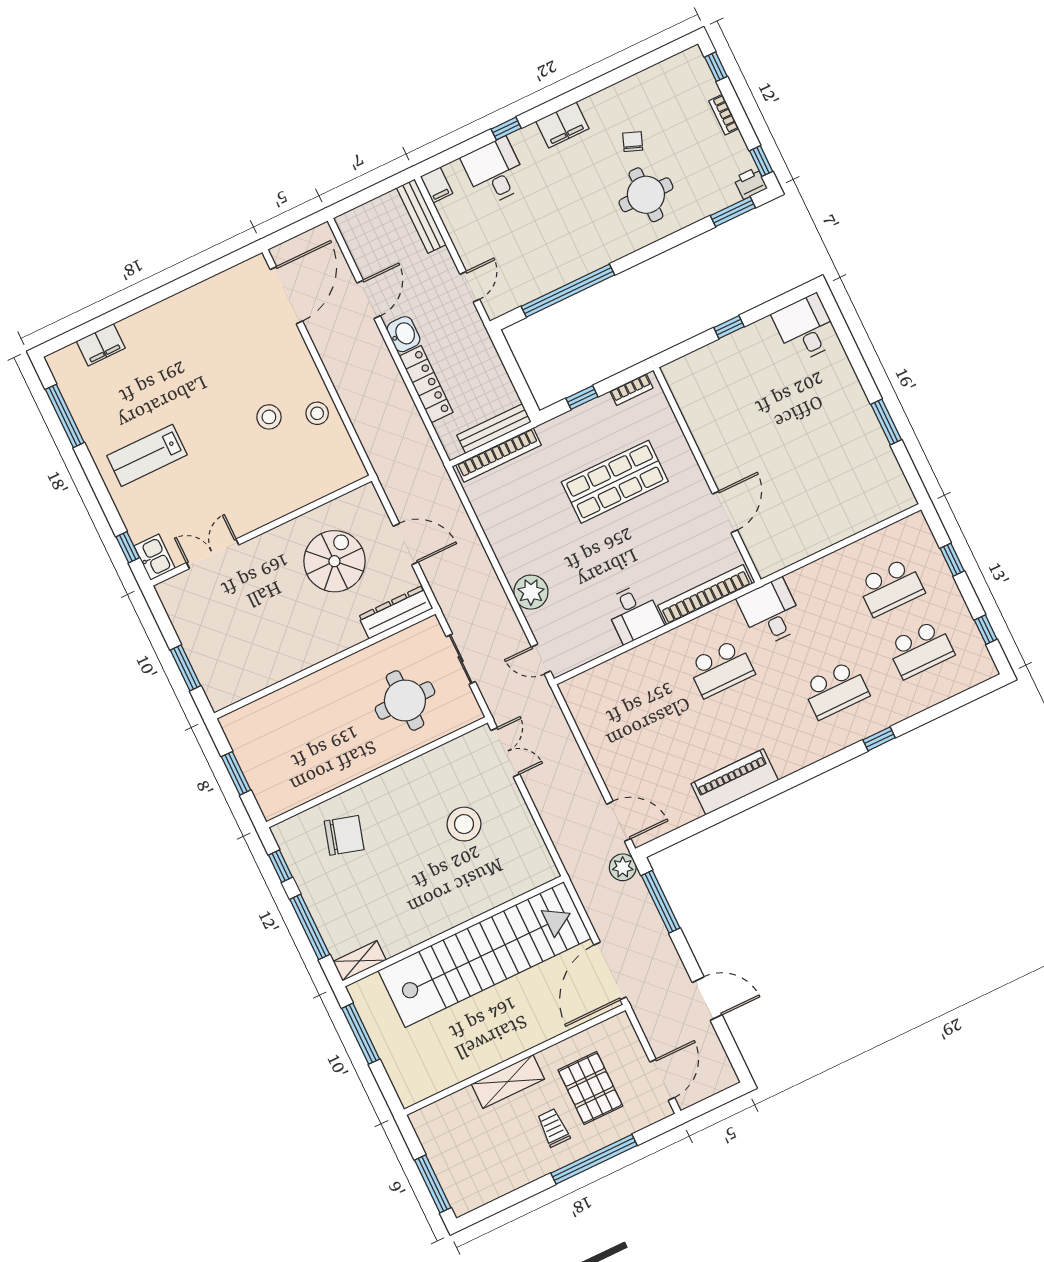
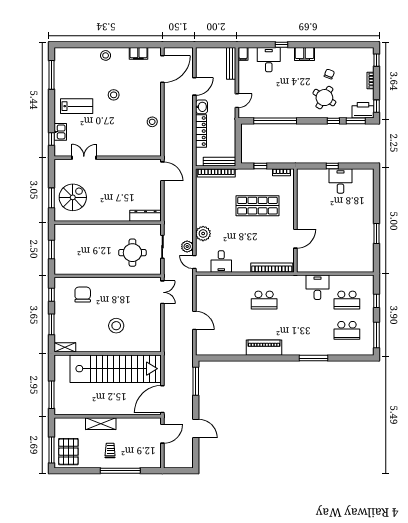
printer: (750, 183) -> (363, 110), width x1.87, depth x1.48
round table: (646, 195) -> (324, 98), turned 32
window: (687, 234) -> (333, 121), added
stool: (156, 323) -> (106, 55), added
desk: (806, 328) -> (340, 181), moved
filing cabinet: (101, 345) -> (138, 53), moved
stool: (269, 417) -> (114, 95), moved
lab bench: (147, 455) -> (77, 106), turned 180
door: (406, 544) -> (162, 171), moved
kitchen sink: (155, 557) -> (60, 132), moved
spiral stairs: (334, 561) -> (73, 197), moved
desk: (771, 612) -> (317, 287), moved
desk: (634, 613) -> (221, 262), moved
window: (986, 630) -> (377, 335), width x2.17
school desk: (836, 690) -> (305, 330), removed
window: (879, 739) -> (313, 358), width x2.17
piano: (735, 782) -> (264, 348), moved
door: (619, 821) -> (194, 320), moved
stool: (464, 824) -> (116, 326), moved
chair: (344, 835) -> (83, 295), turned -106
plant: (623, 867) -> (187, 246), moved
window: (310, 927) -> (51, 324), width x0.69
window: (361, 1034) -> (51, 395), moved
door: (662, 1080) -> (162, 434), moved
pallet: (590, 1088) -> (68, 452), moved

